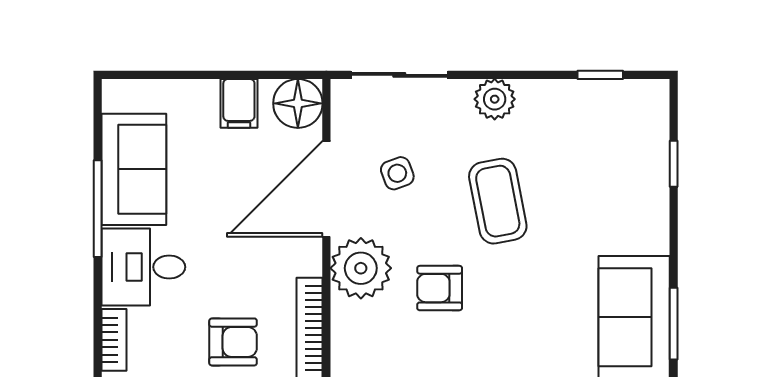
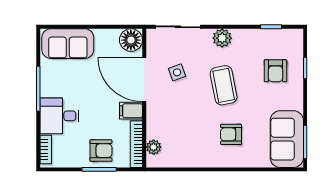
filing cabinet: (239, 103) -> (131, 111), moved, turned 90
sofa: (134, 169) -> (68, 44), moved, turned 90
armchair: (610, 170) -> (275, 71), added
door: (326, 189) -> (144, 80), hinge flipped
plant: (361, 268) -> (154, 147), moved, width x0.53, depth x0.53
armchair: (440, 288) -> (231, 134), moved

